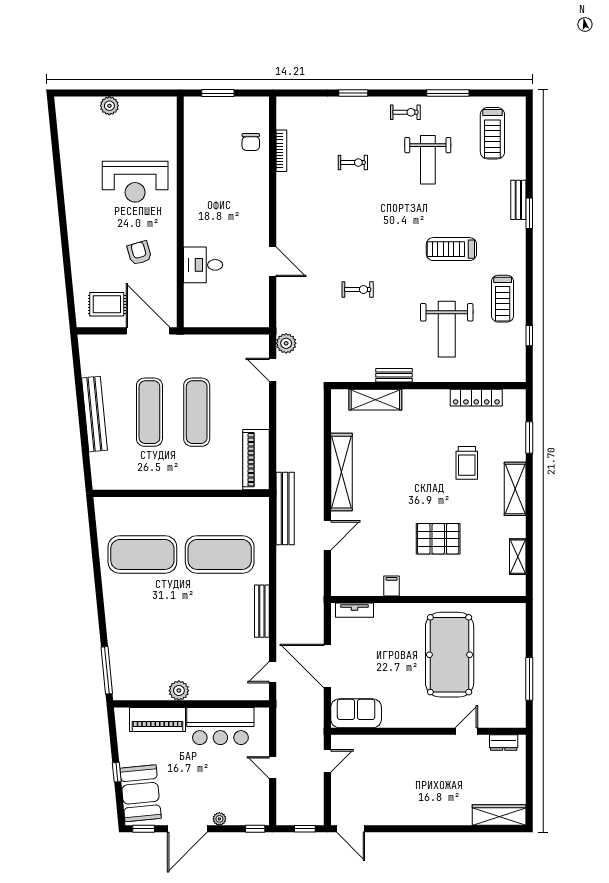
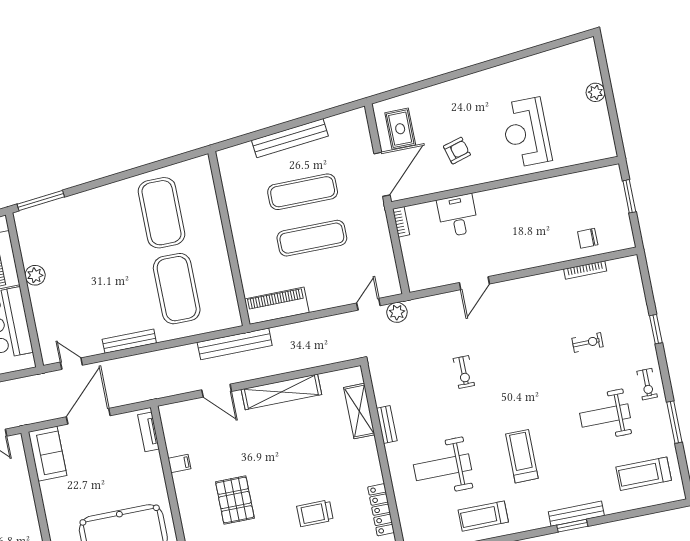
exercise bike: (353, 163) -> (588, 342), turned -90
bench: (518, 200) -> (576, 514), width x1.36
bookcase: (198, 322) -> (401, 222), added

